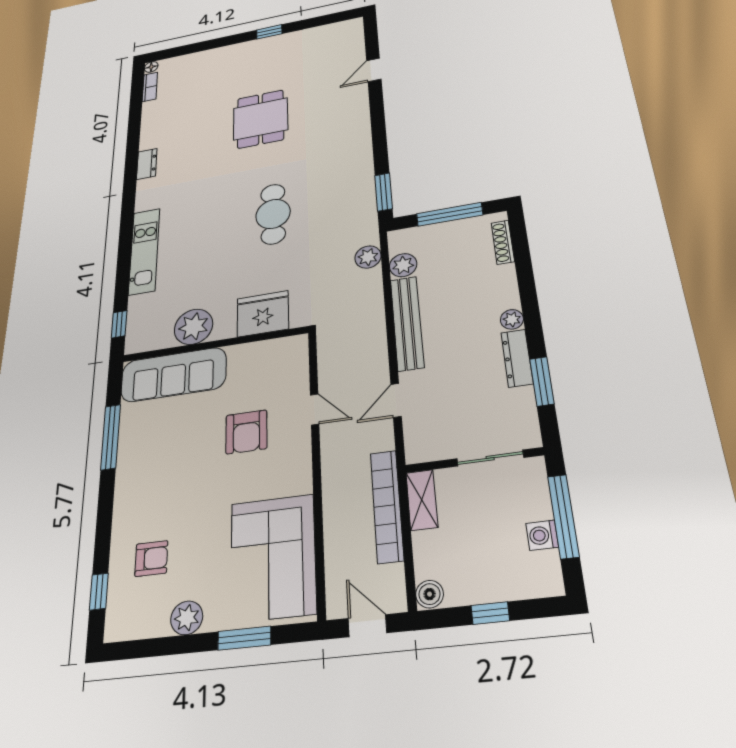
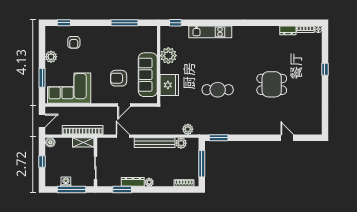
window: (269, 32) -> (325, 69), moved
dresser: (147, 164) -> (288, 30), moved
sofa: (173, 375) -> (148, 75), moved

